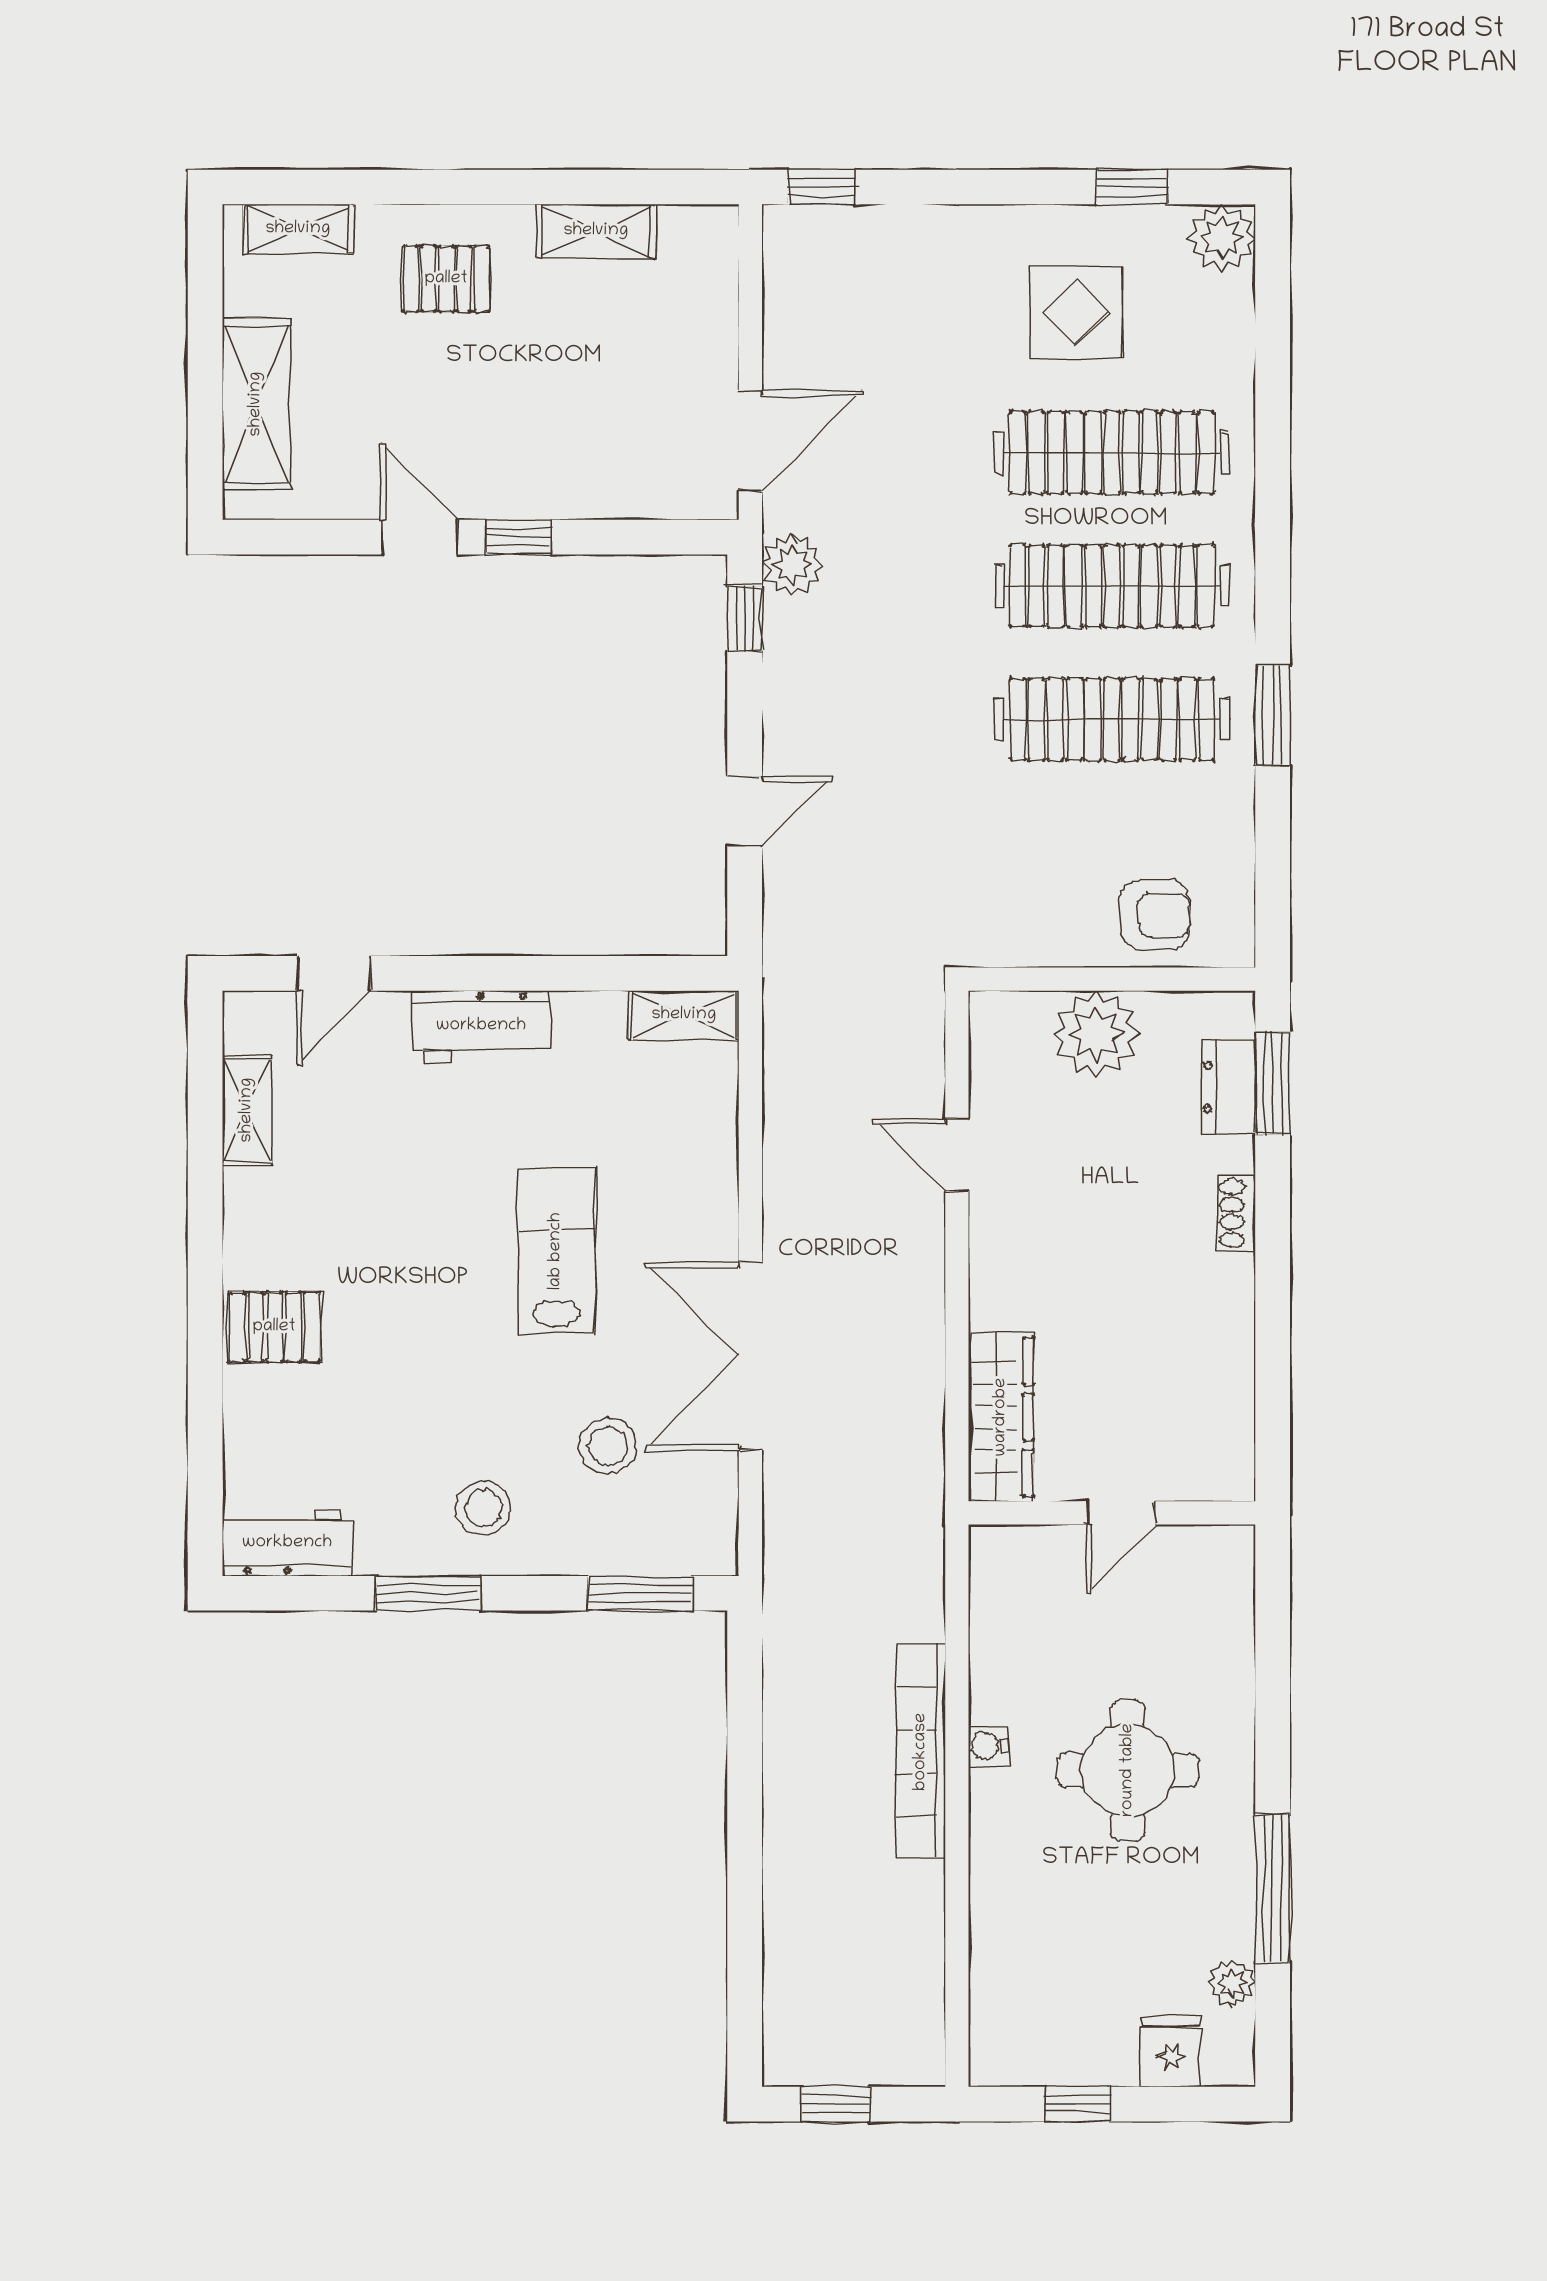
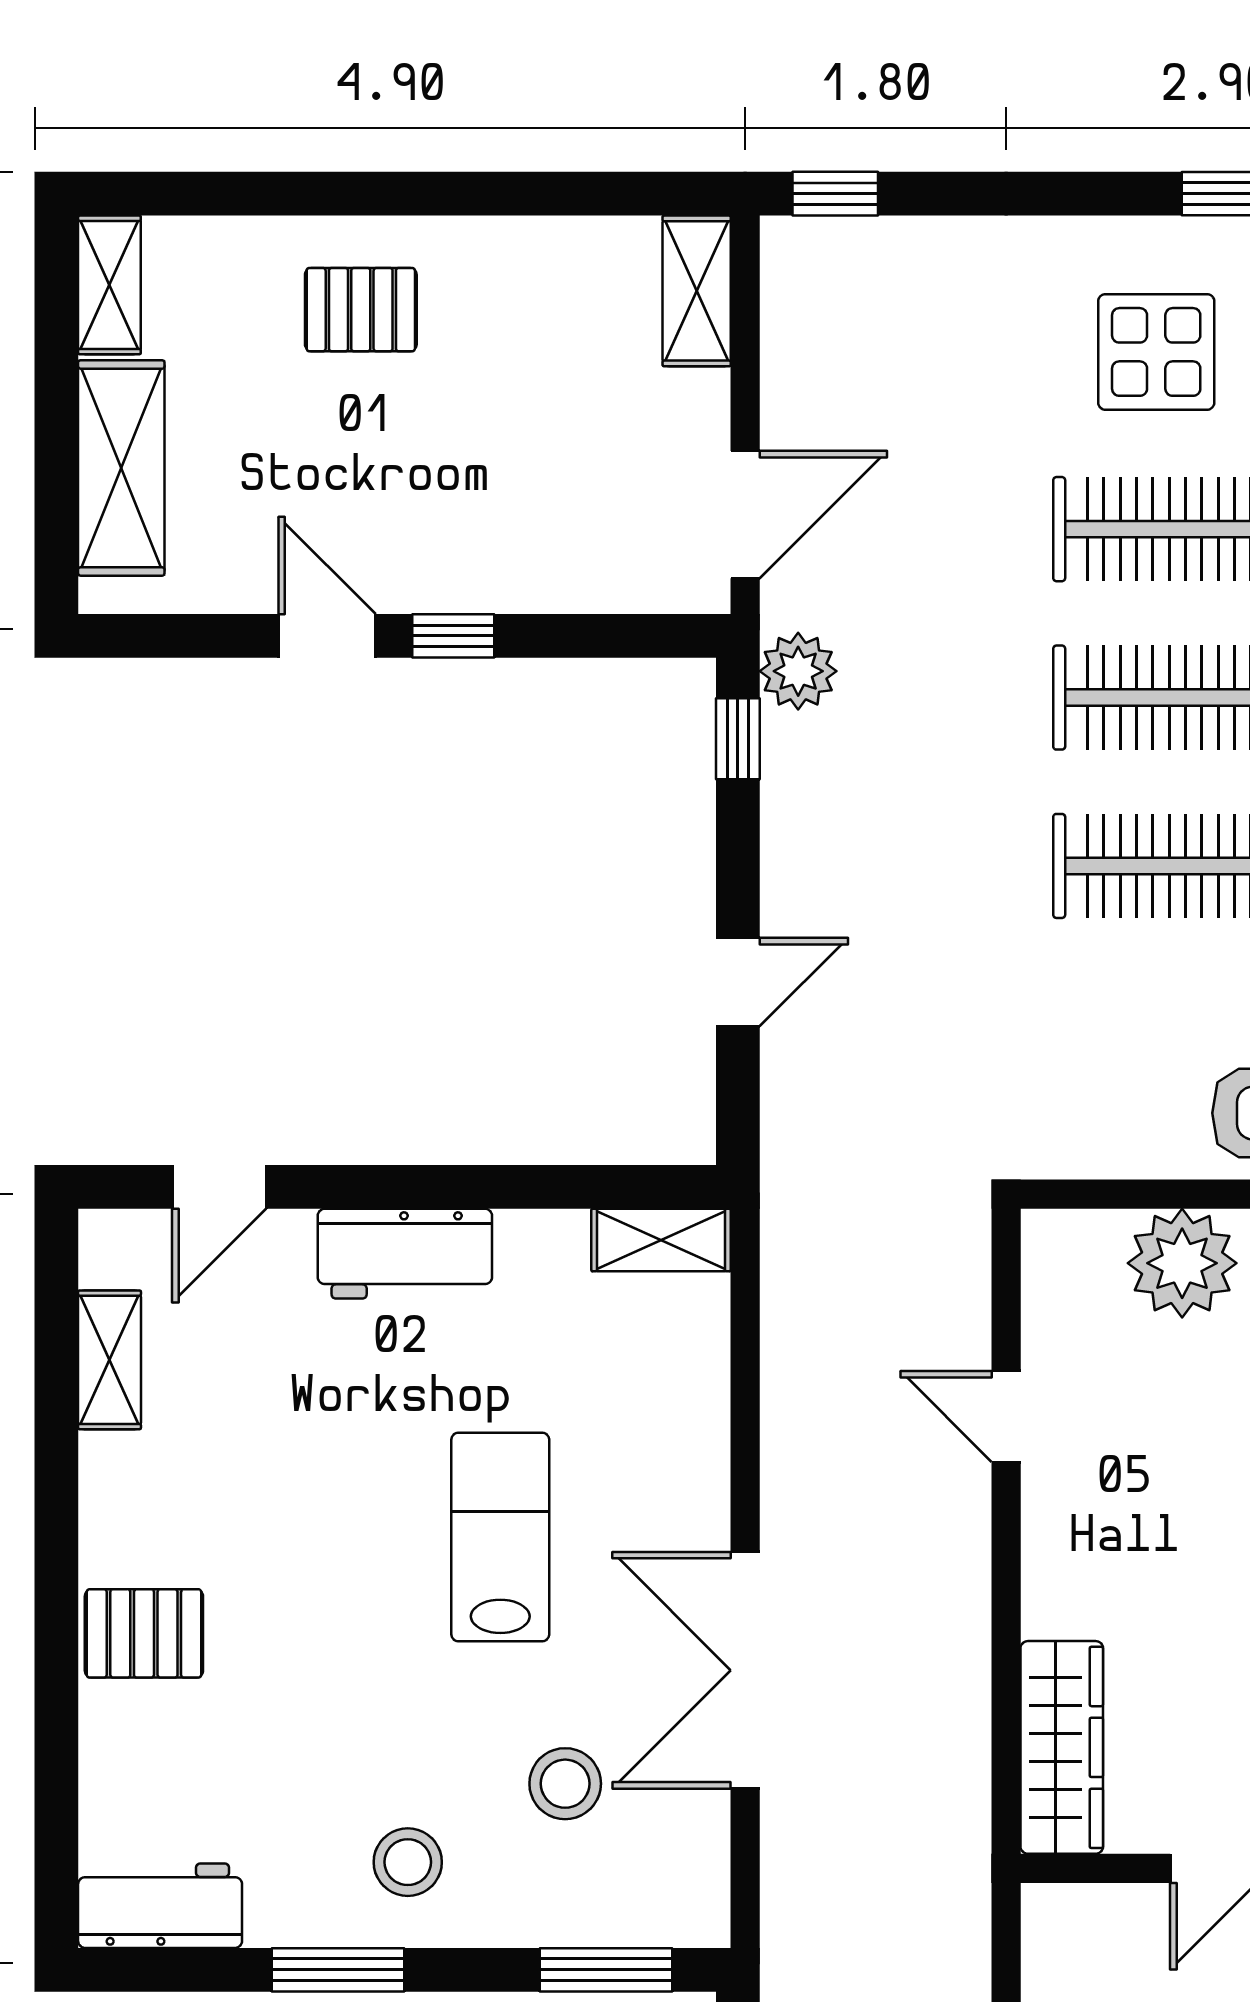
shelving: (298, 229) -> (109, 285), moved, turned 90
shelving: (596, 231) -> (697, 291), moved, turned 90

